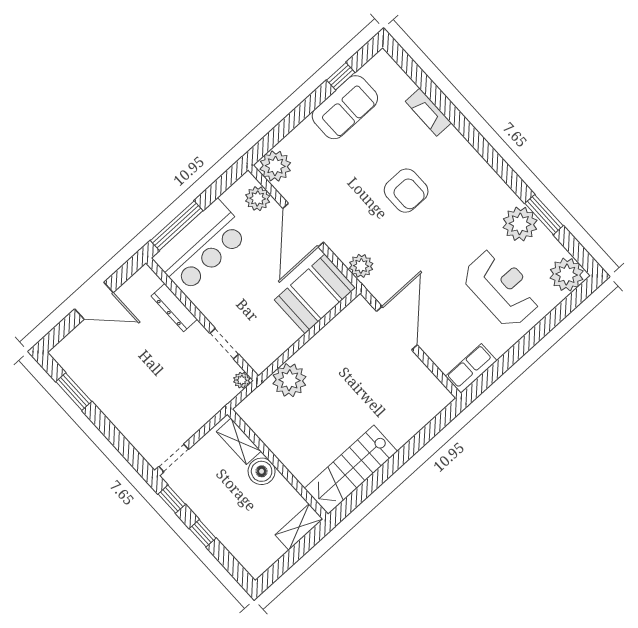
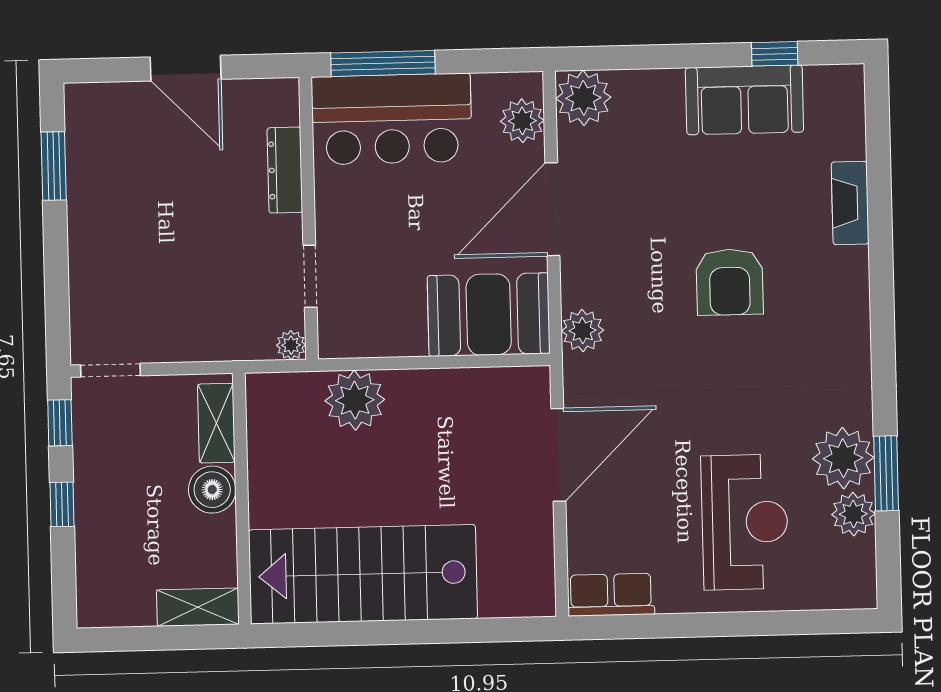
plant: (567, 275) -> (853, 514), moved, width x0.73, depth x0.73
stairs: (351, 470) -> (363, 574), width x1.36, depth x1.51

